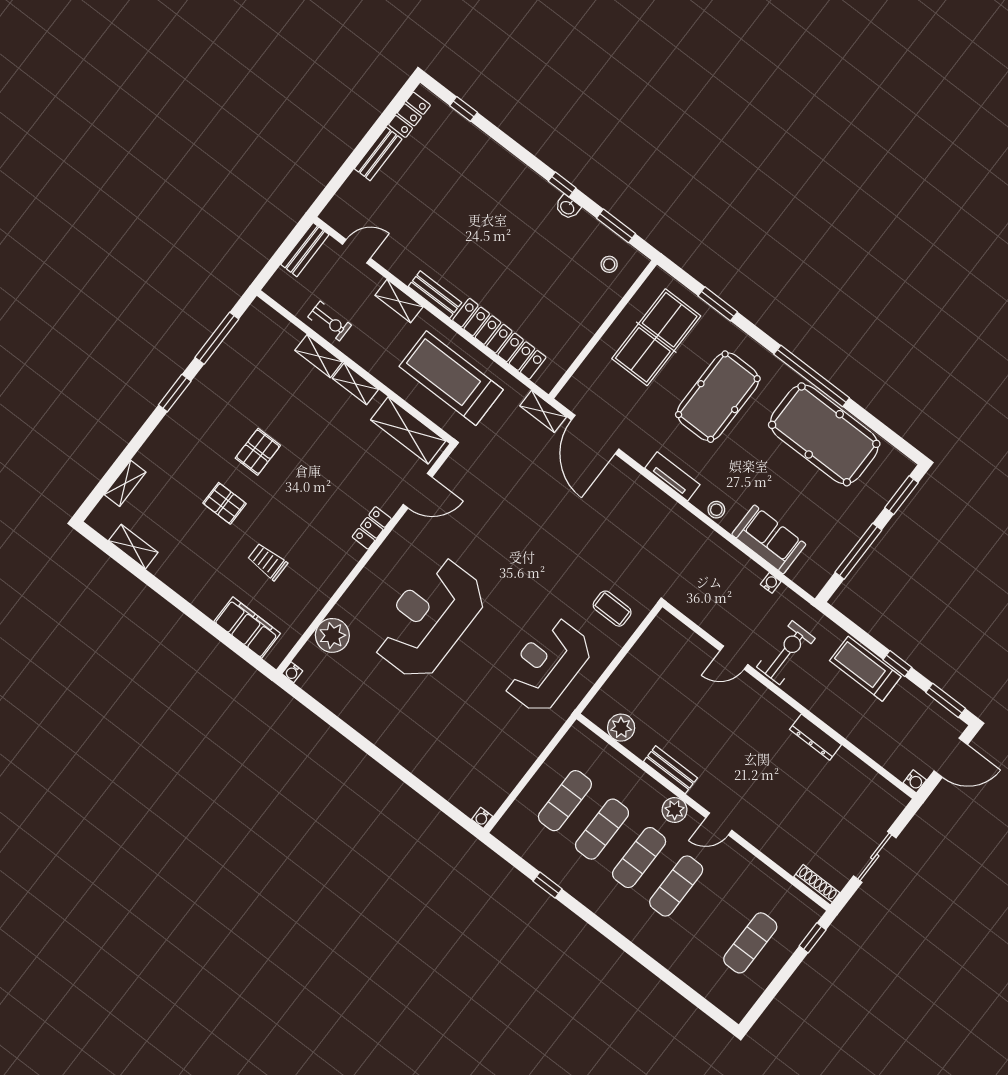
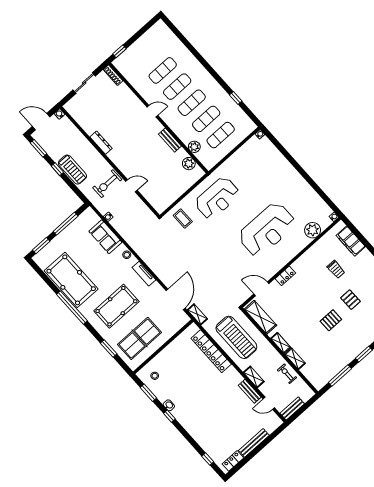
bench: (378, 154) -> (254, 443), width x1.36
bench: (435, 295) -> (250, 391), moved
plant: (675, 810) -> (194, 147), moved
exercise mat: (750, 943) -> (163, 70), moved

